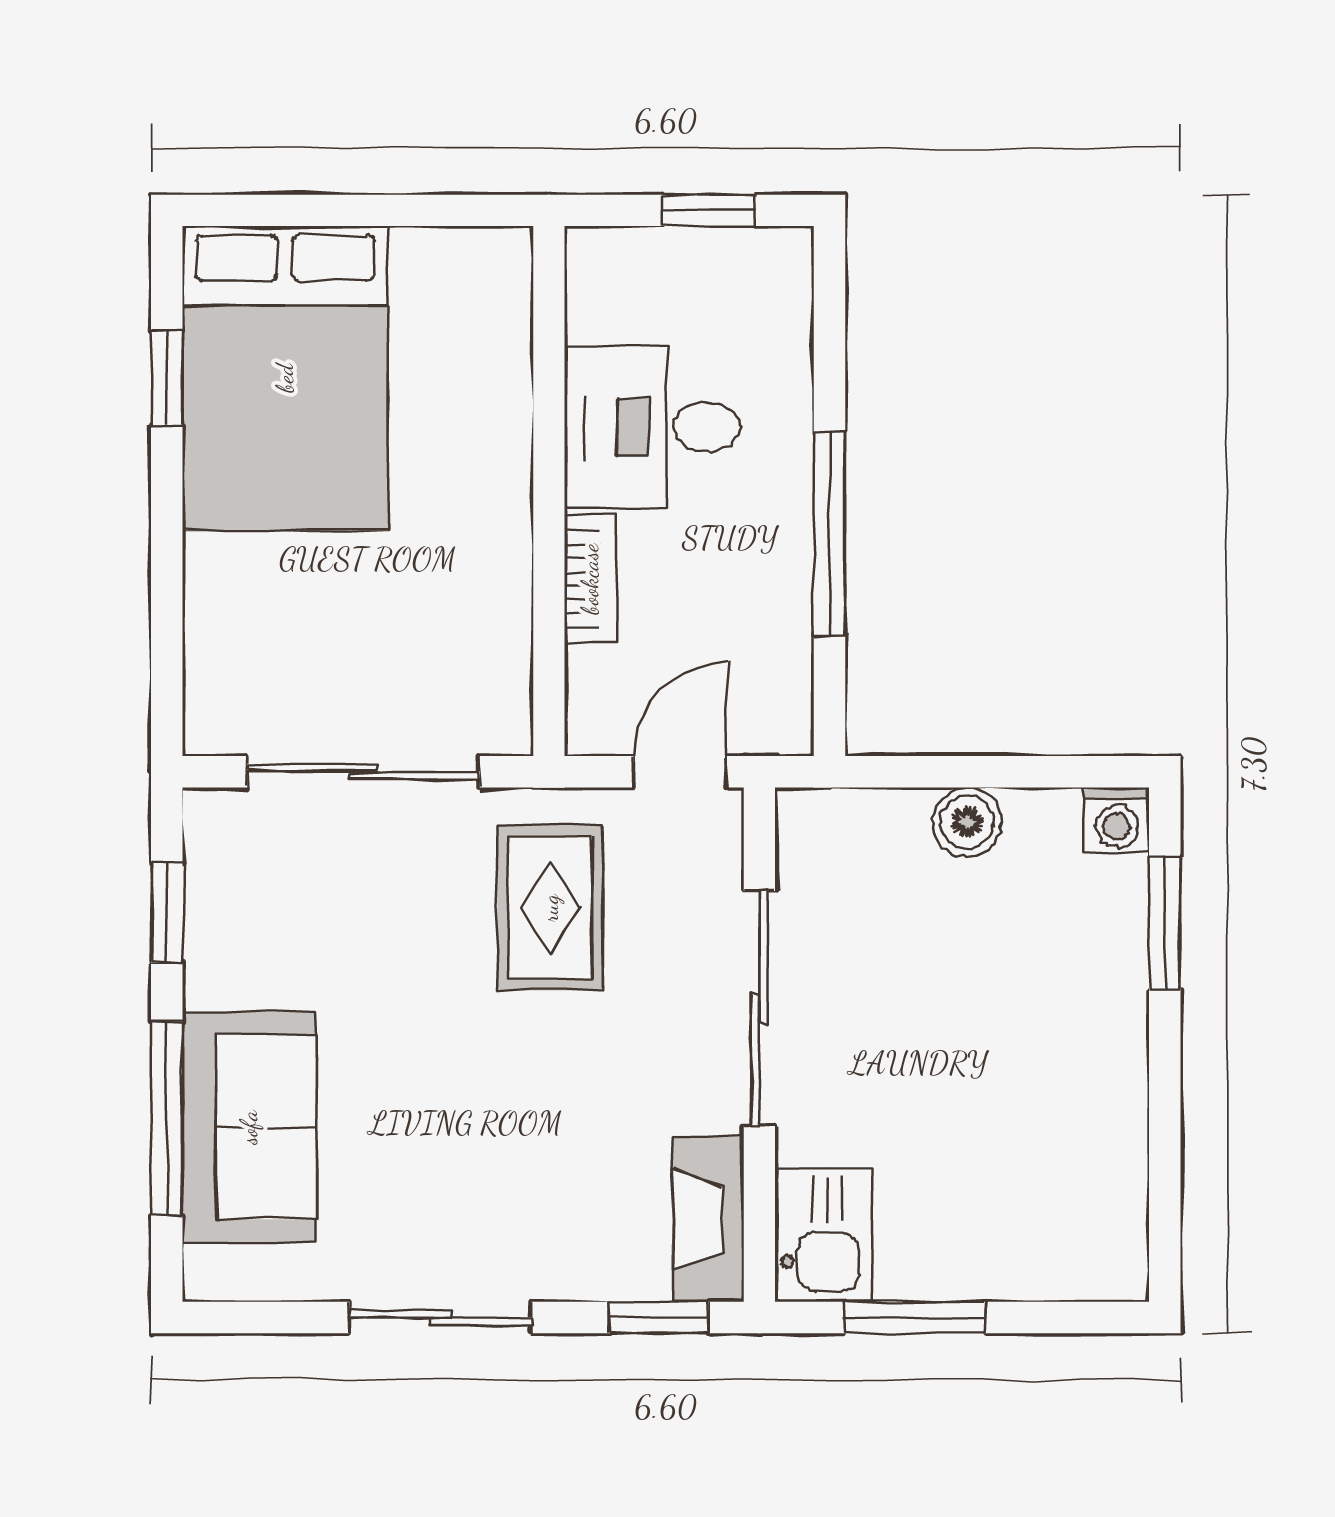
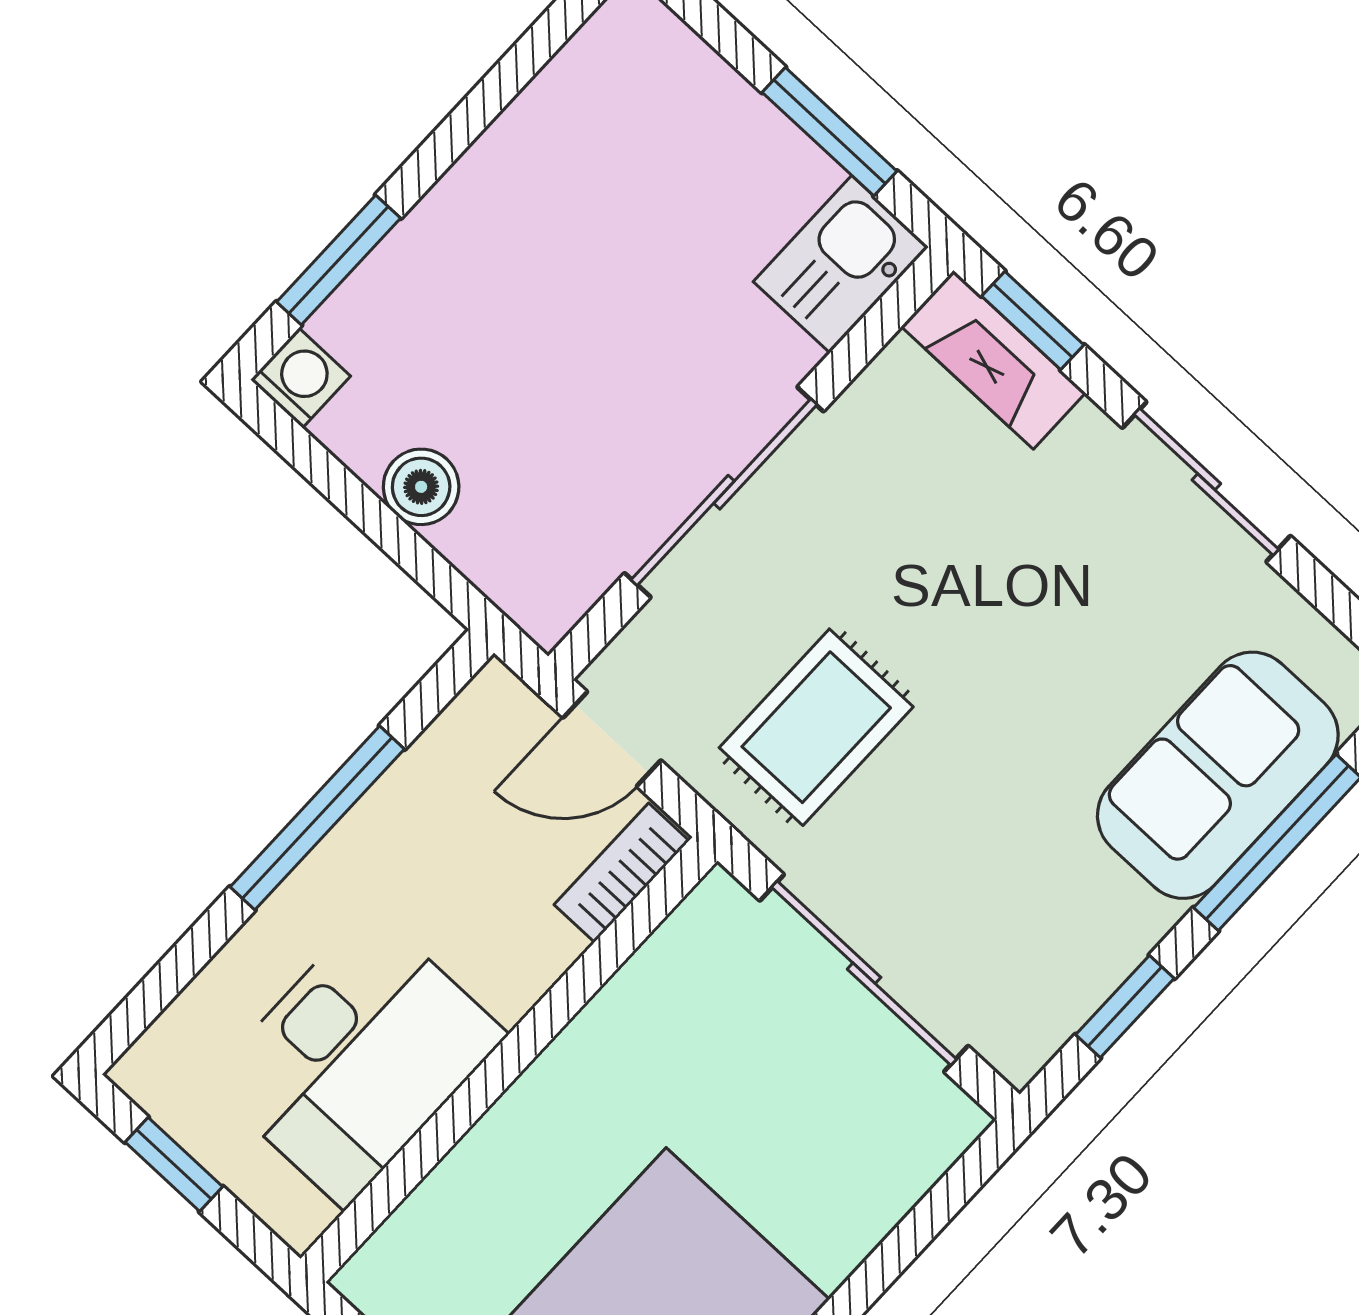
desk: (652, 427) -> (357, 1058), width x1.37
bookcase: (590, 579) -> (622, 873), moved
fireplace: (708, 1219) -> (993, 360), moved, turned 90

